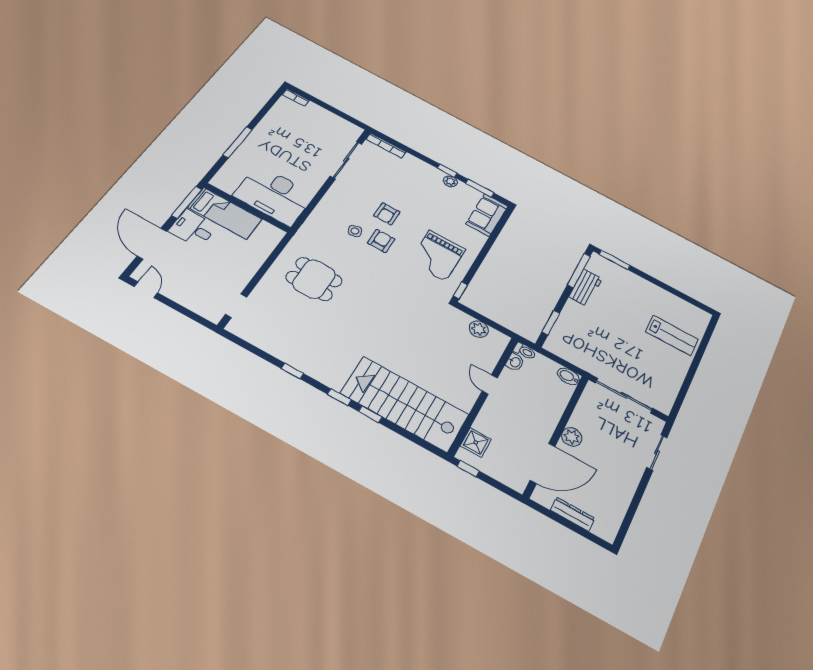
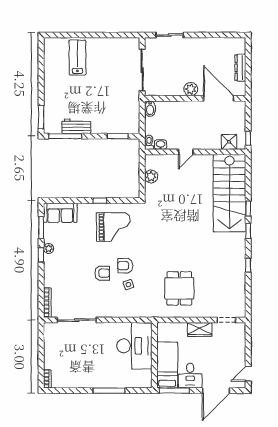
wardrobe: (245, 271) -> (200, 329), added
window: (460, 290) -> (100, 201), moved

